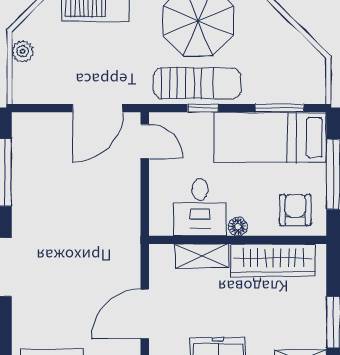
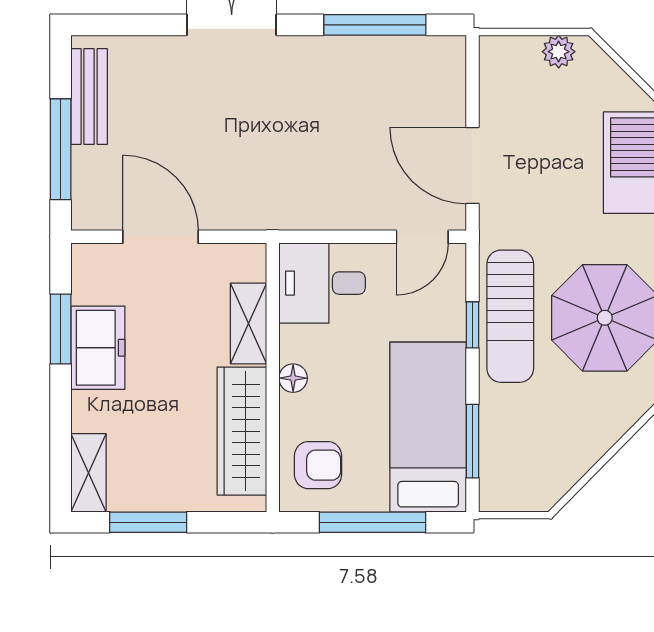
desk: (200, 207) -> (322, 283), moved

